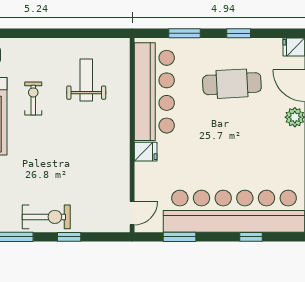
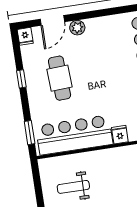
window: (185, 33) -> (30, 133), moved

